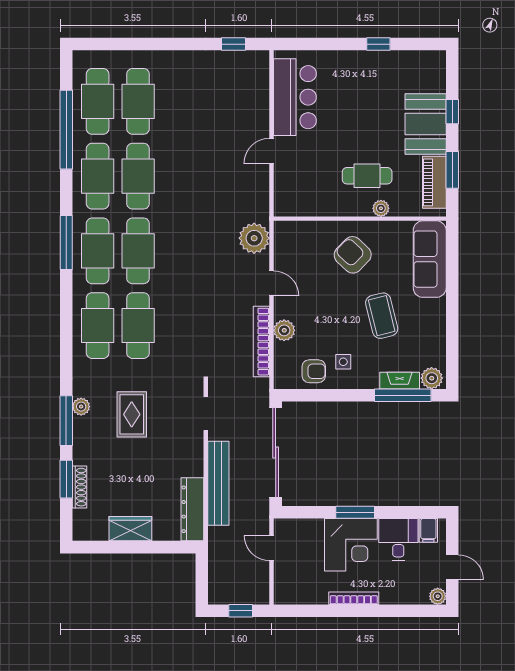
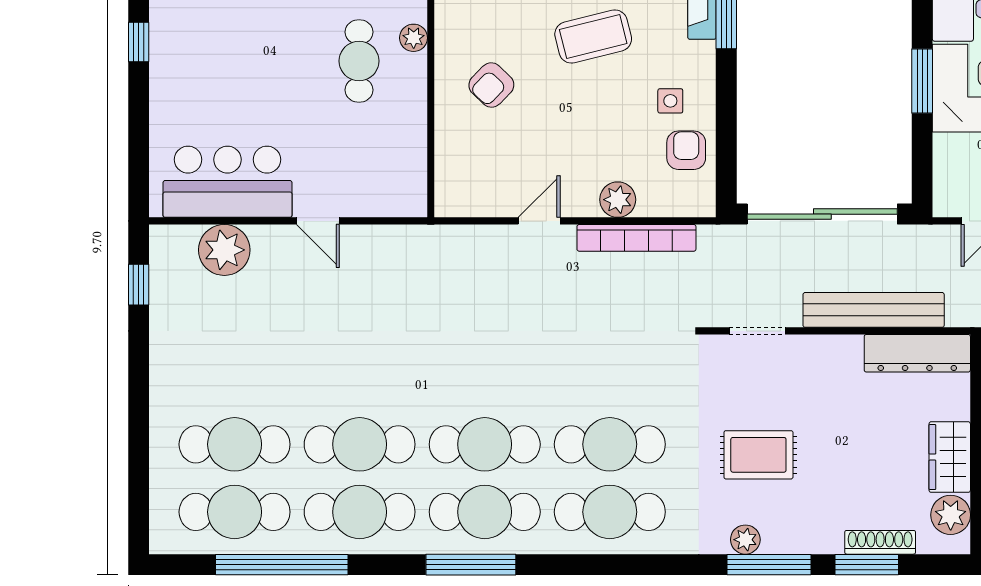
plant: (254, 238) -> (224, 250), moved
armchair: (353, 255) -> (491, 85), width x0.72, depth x0.72
plant: (96, 529) -> (951, 515), added

